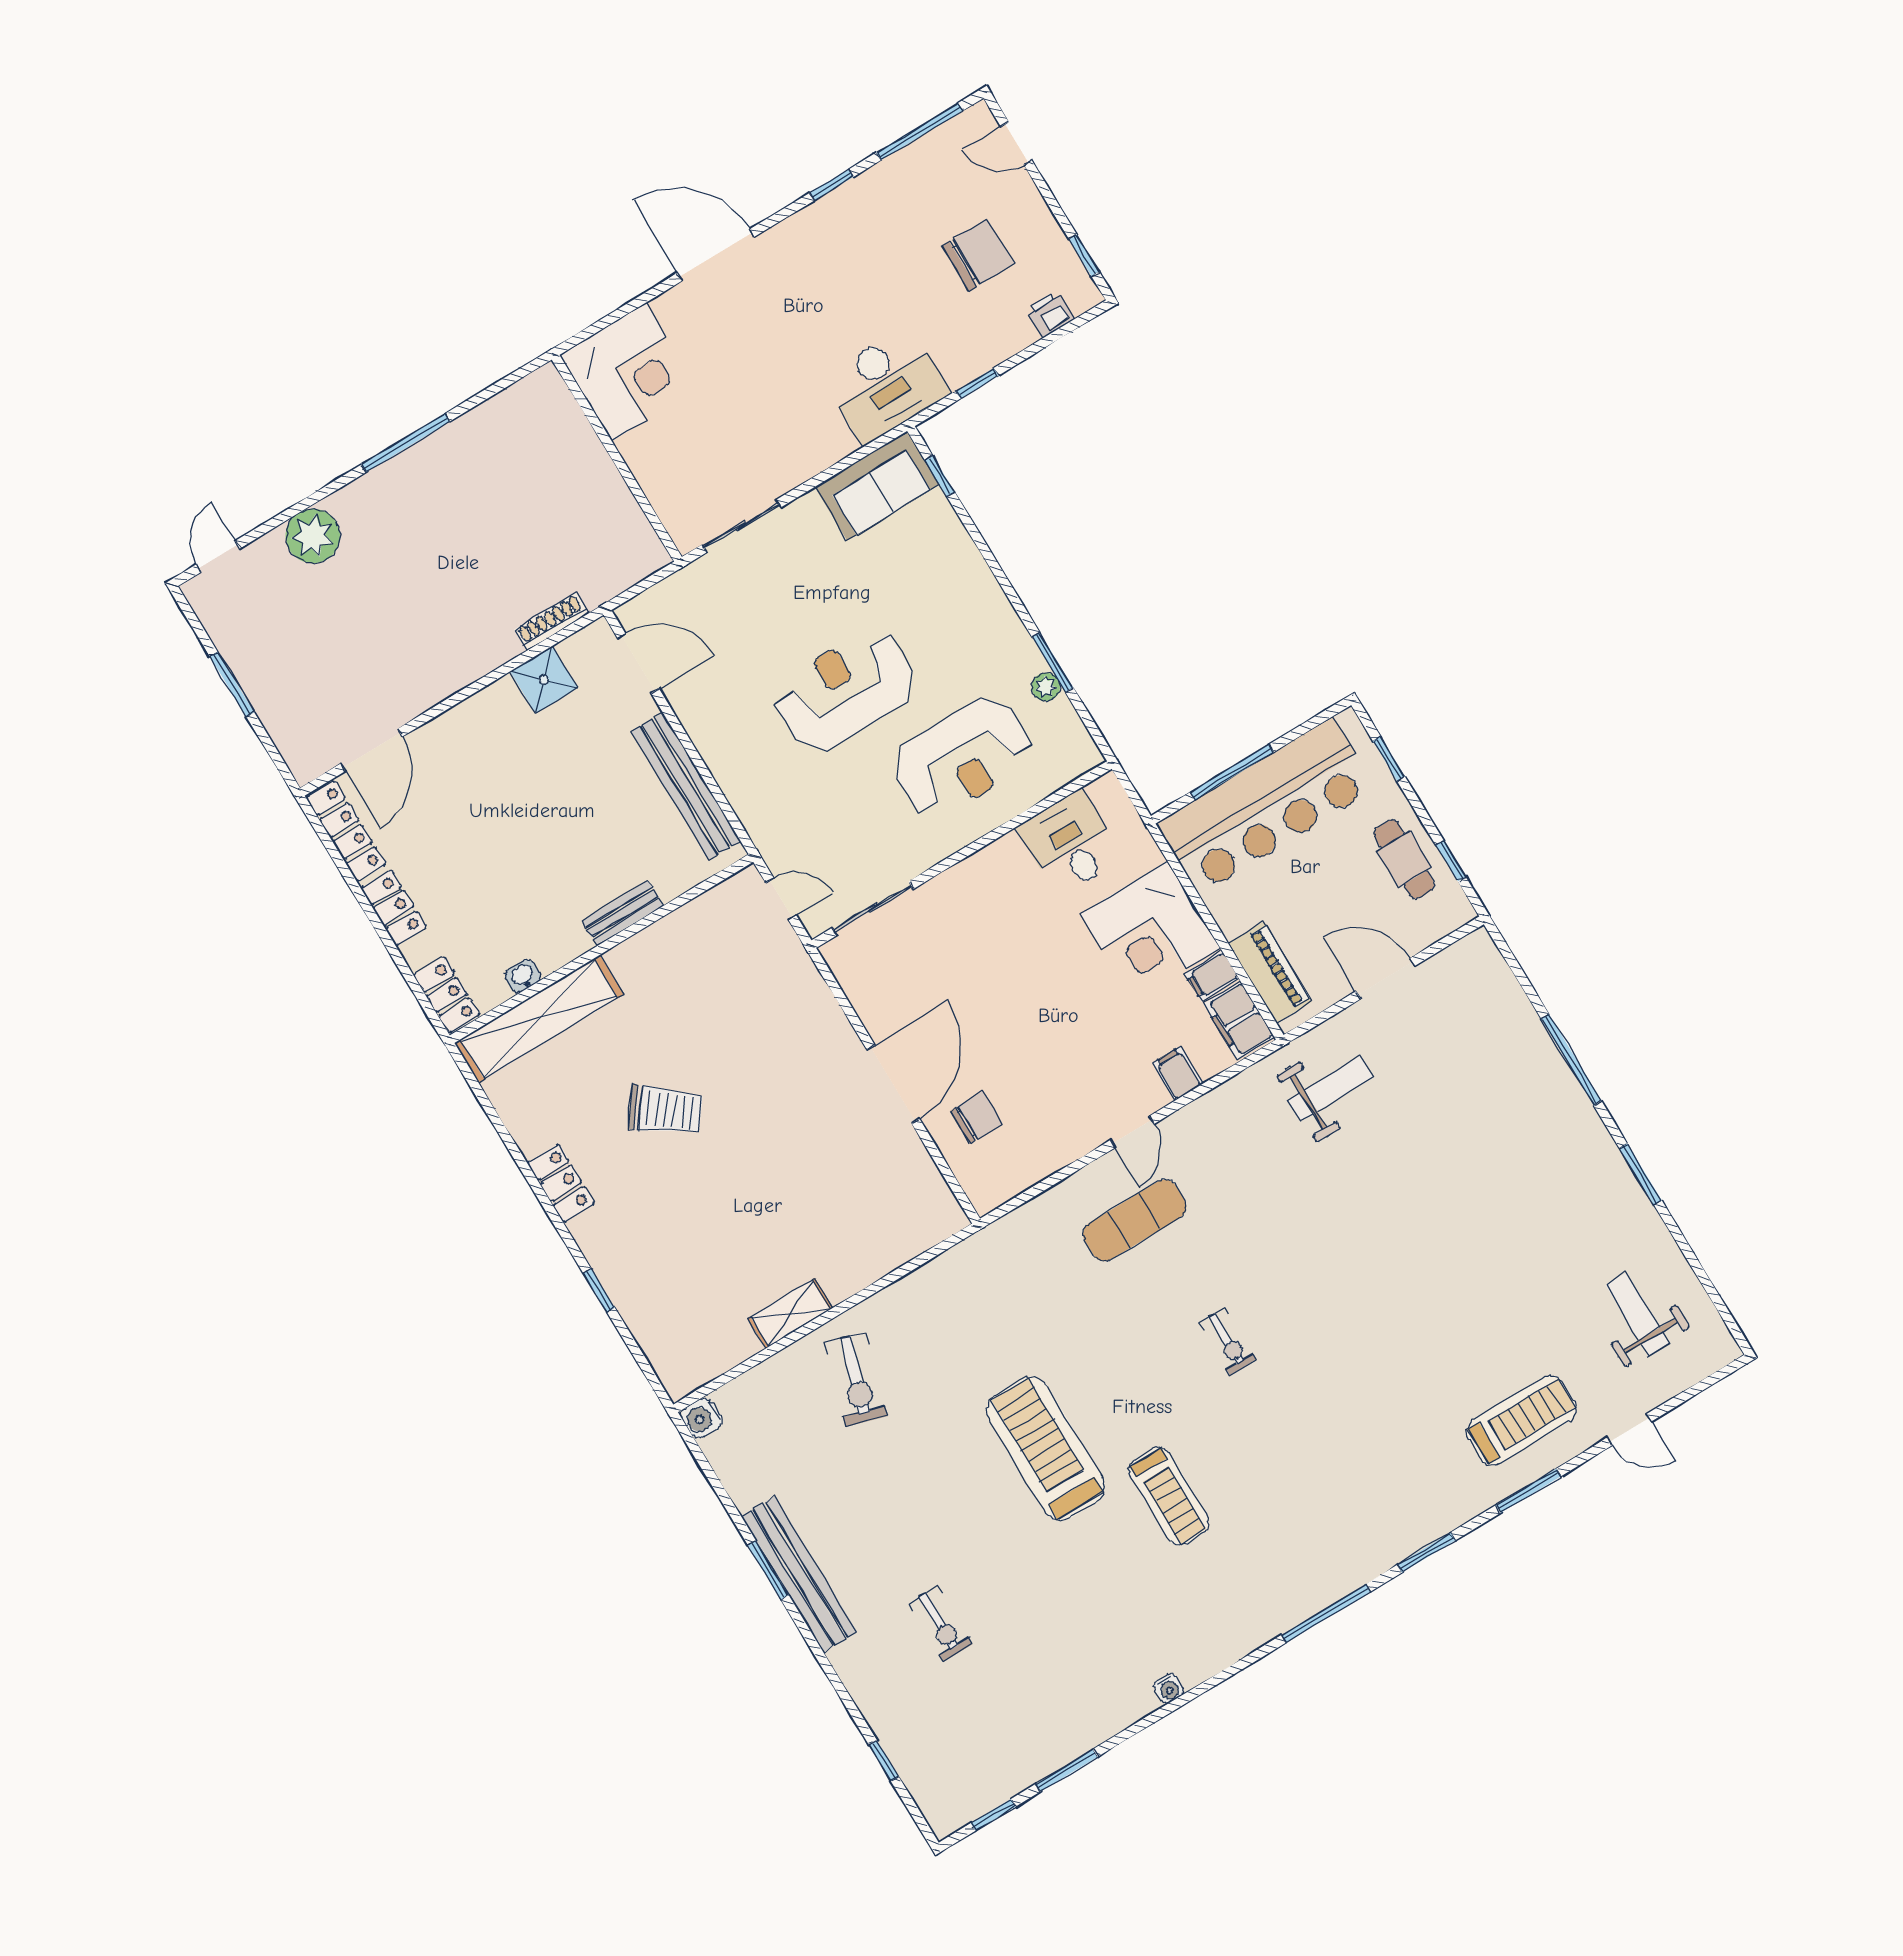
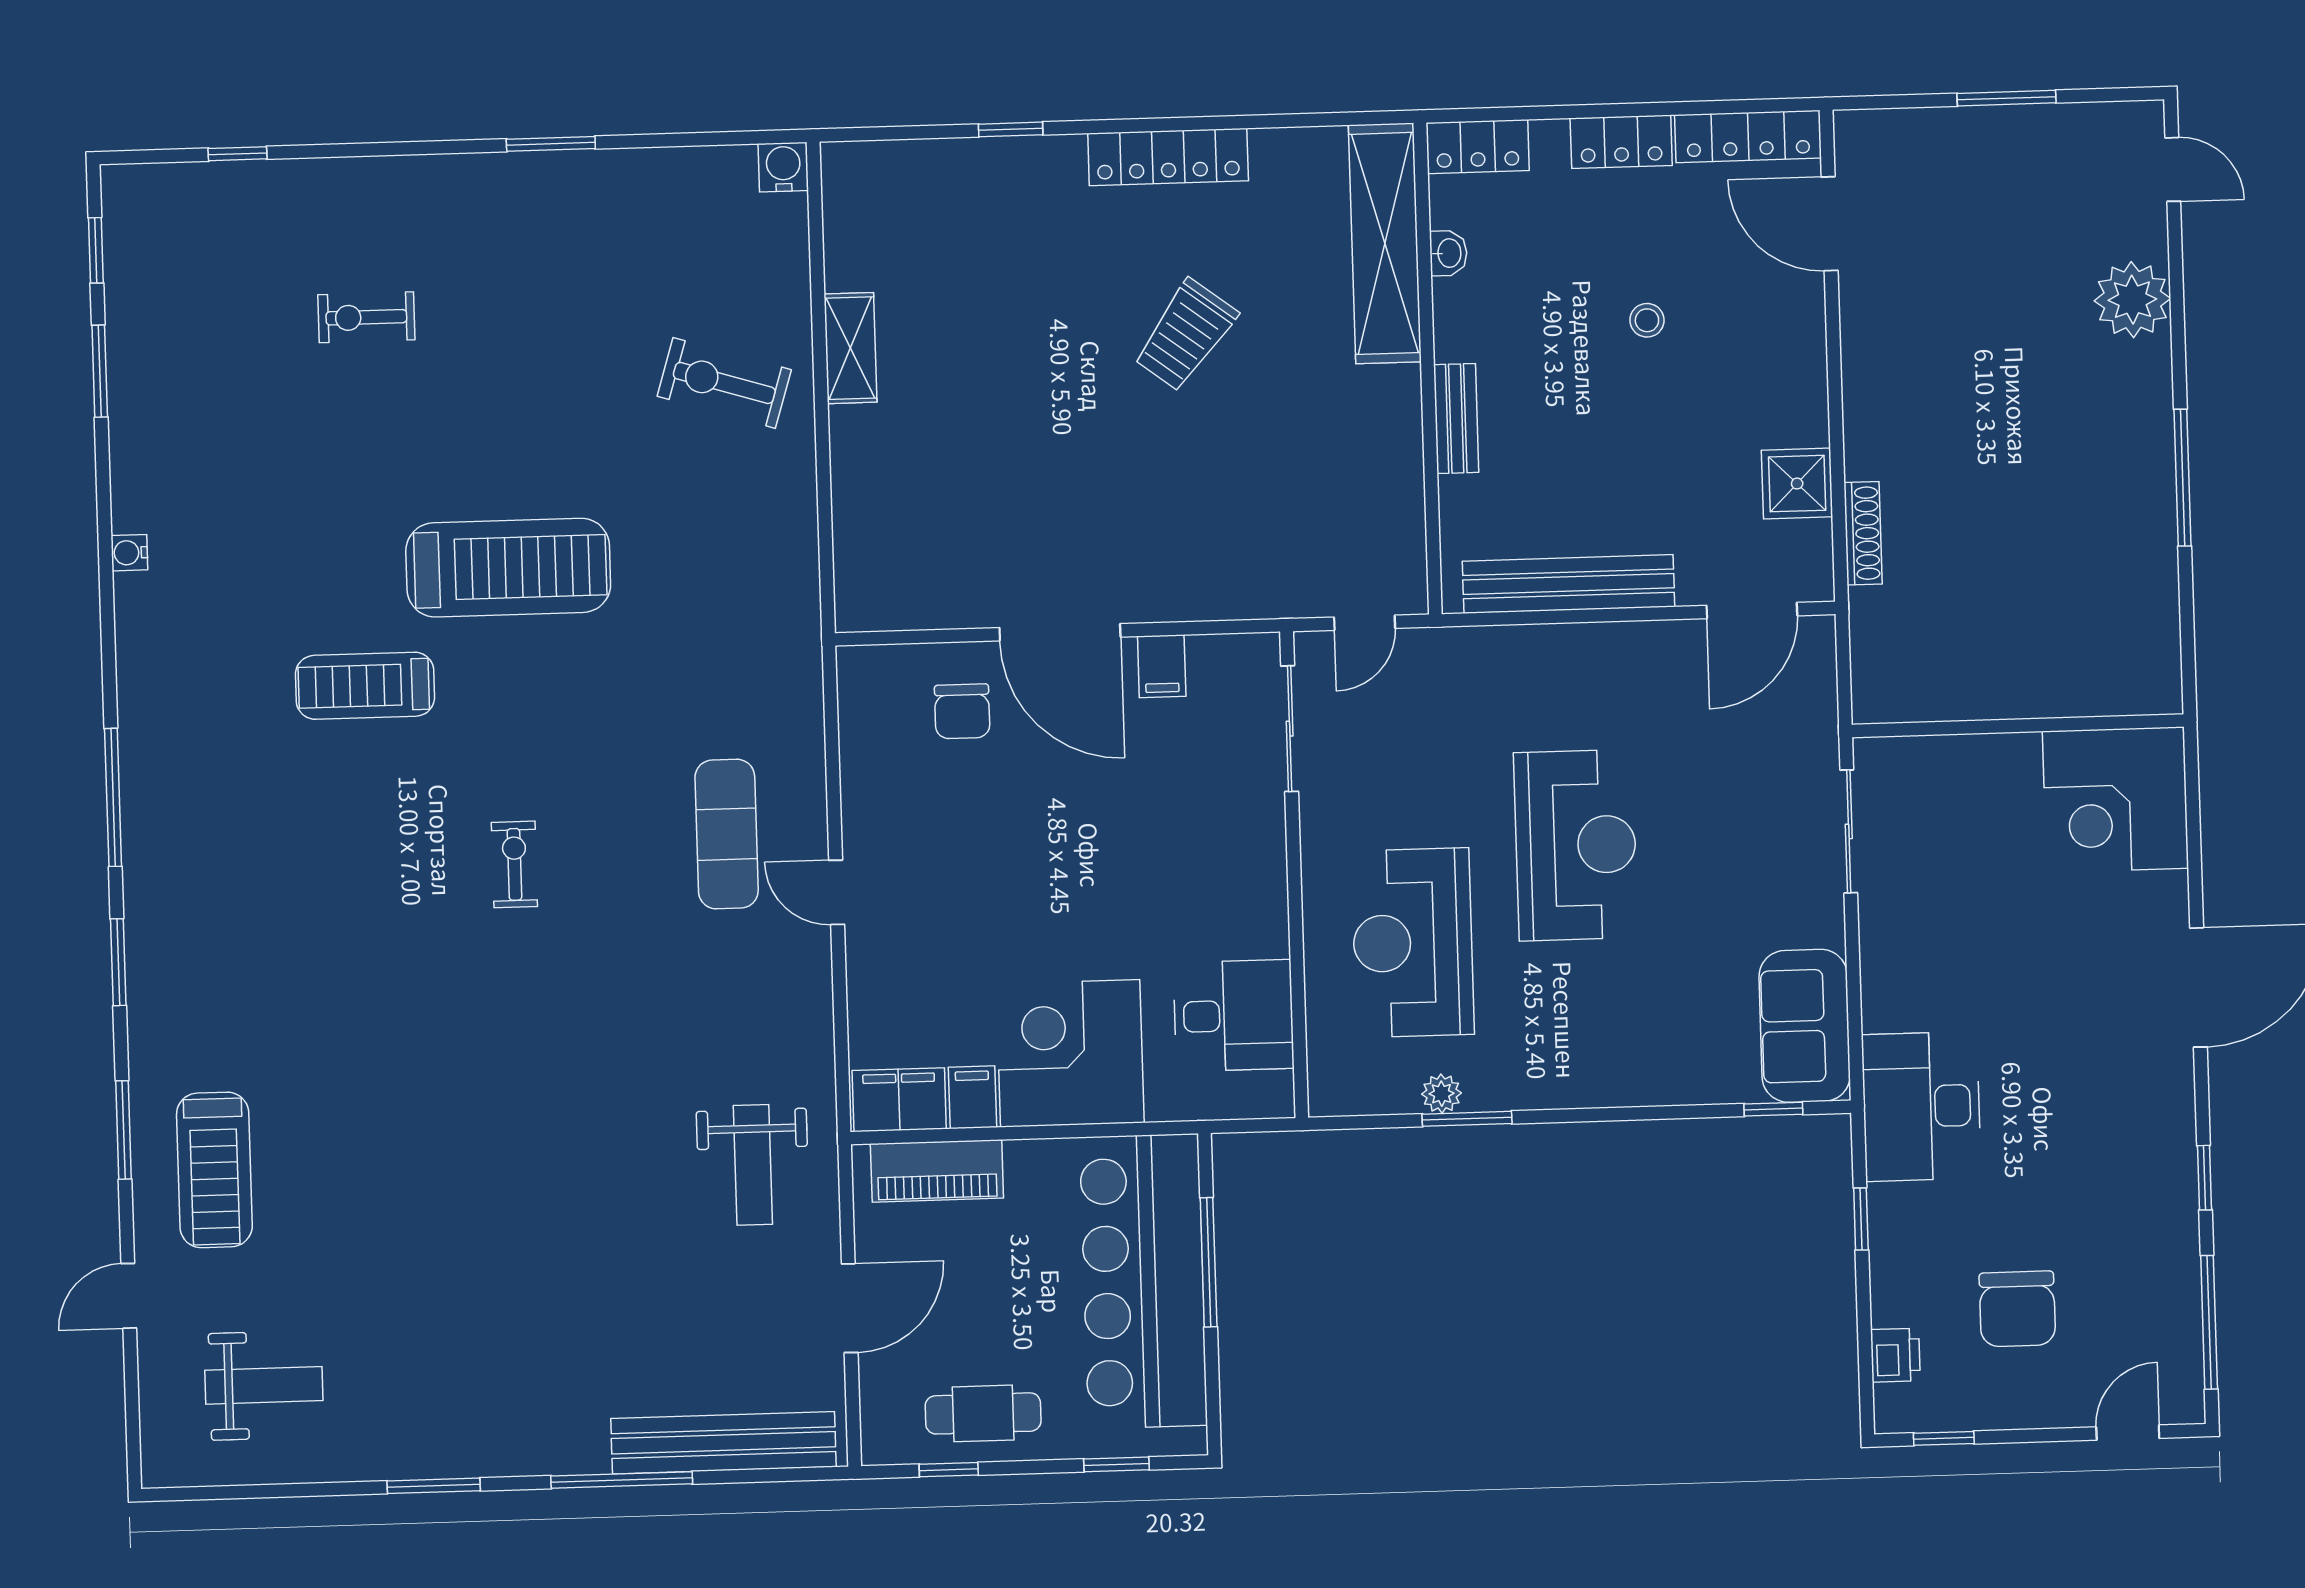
stool: (495, 830) -> (1647, 320), added
filing cabinet: (1178, 1073) -> (1162, 666), moved, turned 90
locker: (561, 1183) -> (1168, 157), width x1.53
exercise bike: (1227, 1341) -> (514, 864), turned 90
bench: (799, 1574) -> (723, 1443), moved

